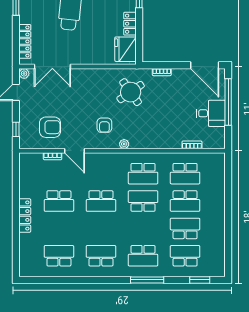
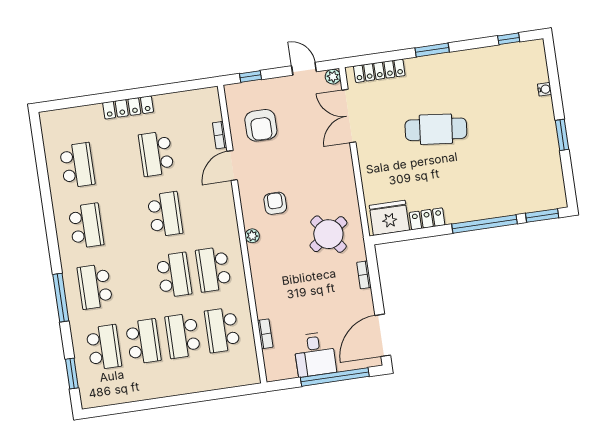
armchair: (104, 125) -> (275, 203), turned 90
school desk: (101, 201) -> (165, 214), turned 180

